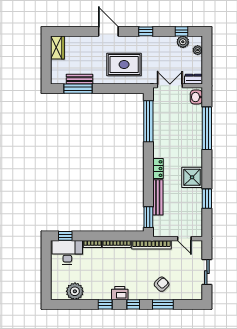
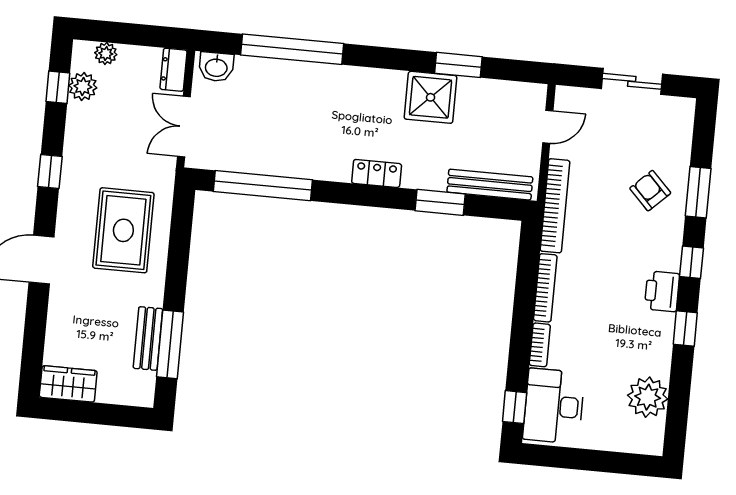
shower: (192, 177) -> (431, 97), moved
bench: (158, 197) -> (490, 185), moved
window: (148, 217) -> (440, 202), moved

